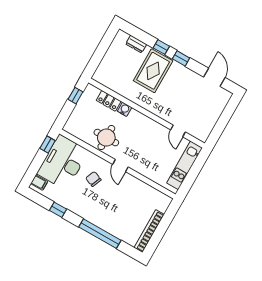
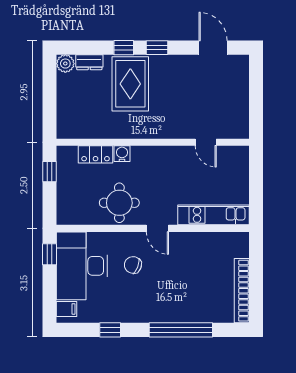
plant: (121, 37) -> (65, 64), added
kitchen unit: (185, 165) -> (213, 215), moved, turned 90

